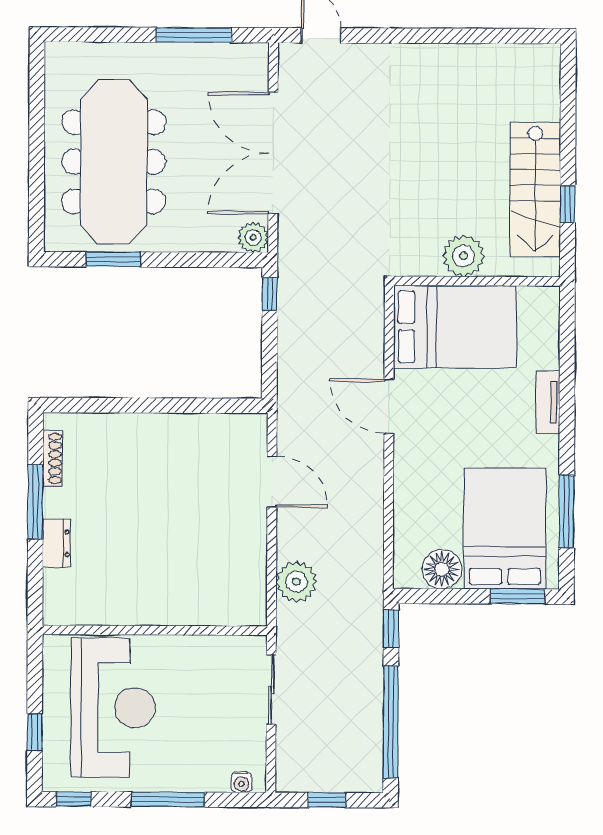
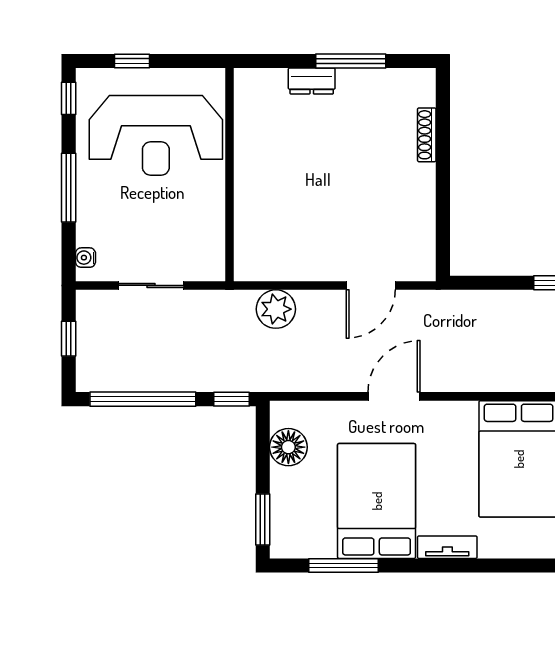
door: (389, 406) -> (394, 396), moved
shoe rack: (53, 458) -> (427, 135), moved, turned 90
bed: (505, 529) -> (377, 501), moved, turned -90
sliding door: (271, 690) -> (151, 285), moved

